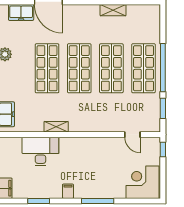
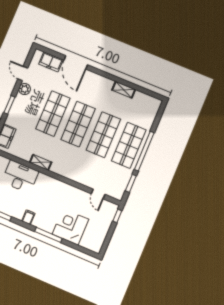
corner desk: (143, 182) -> (70, 227), moved

